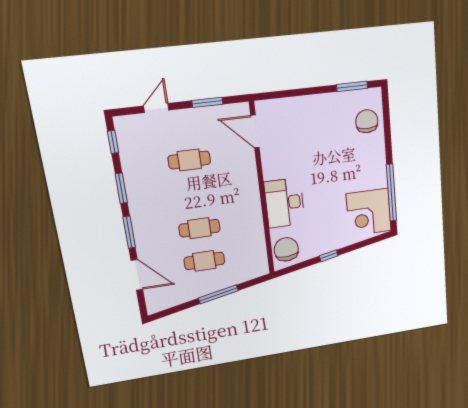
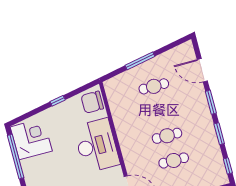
desk: (285, 203) -> (97, 146), width x1.36, depth x1.30
cafe table: (199, 228) -> (167, 136), moved
chair: (286, 249) -> (92, 102), turned 93

